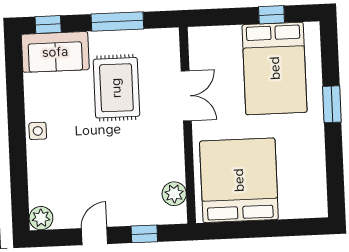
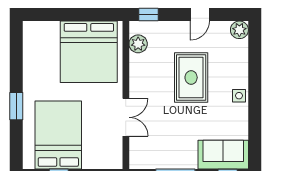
rug: (116, 88) -> (191, 77), moved
double door: (186, 96) -> (126, 117), swing flipped
window: (144, 234) -> (148, 15), moved

